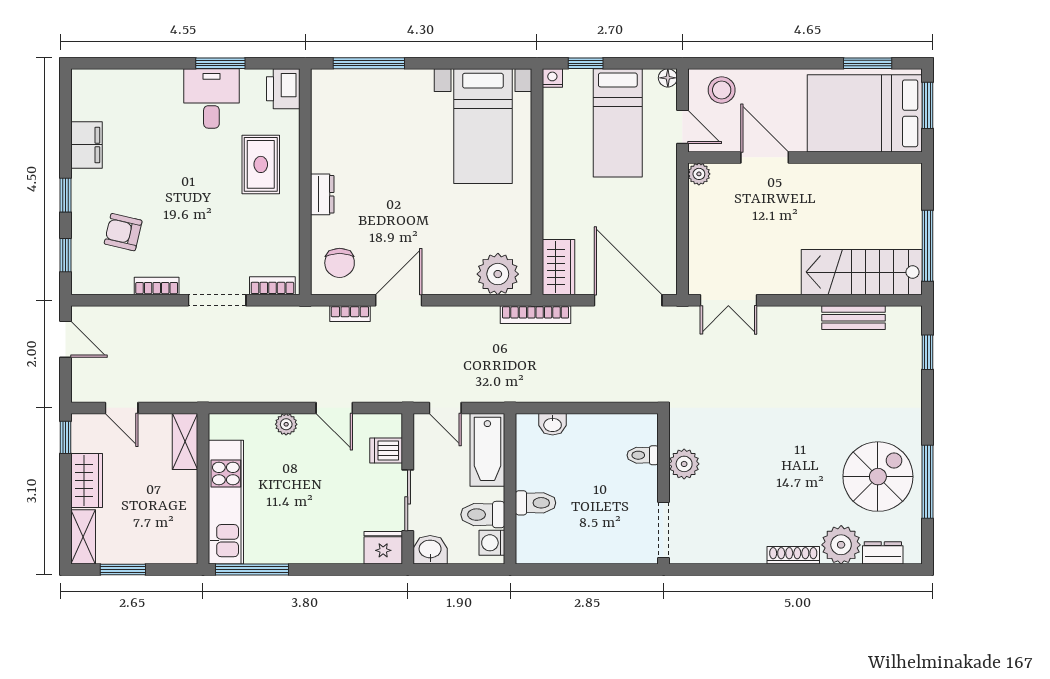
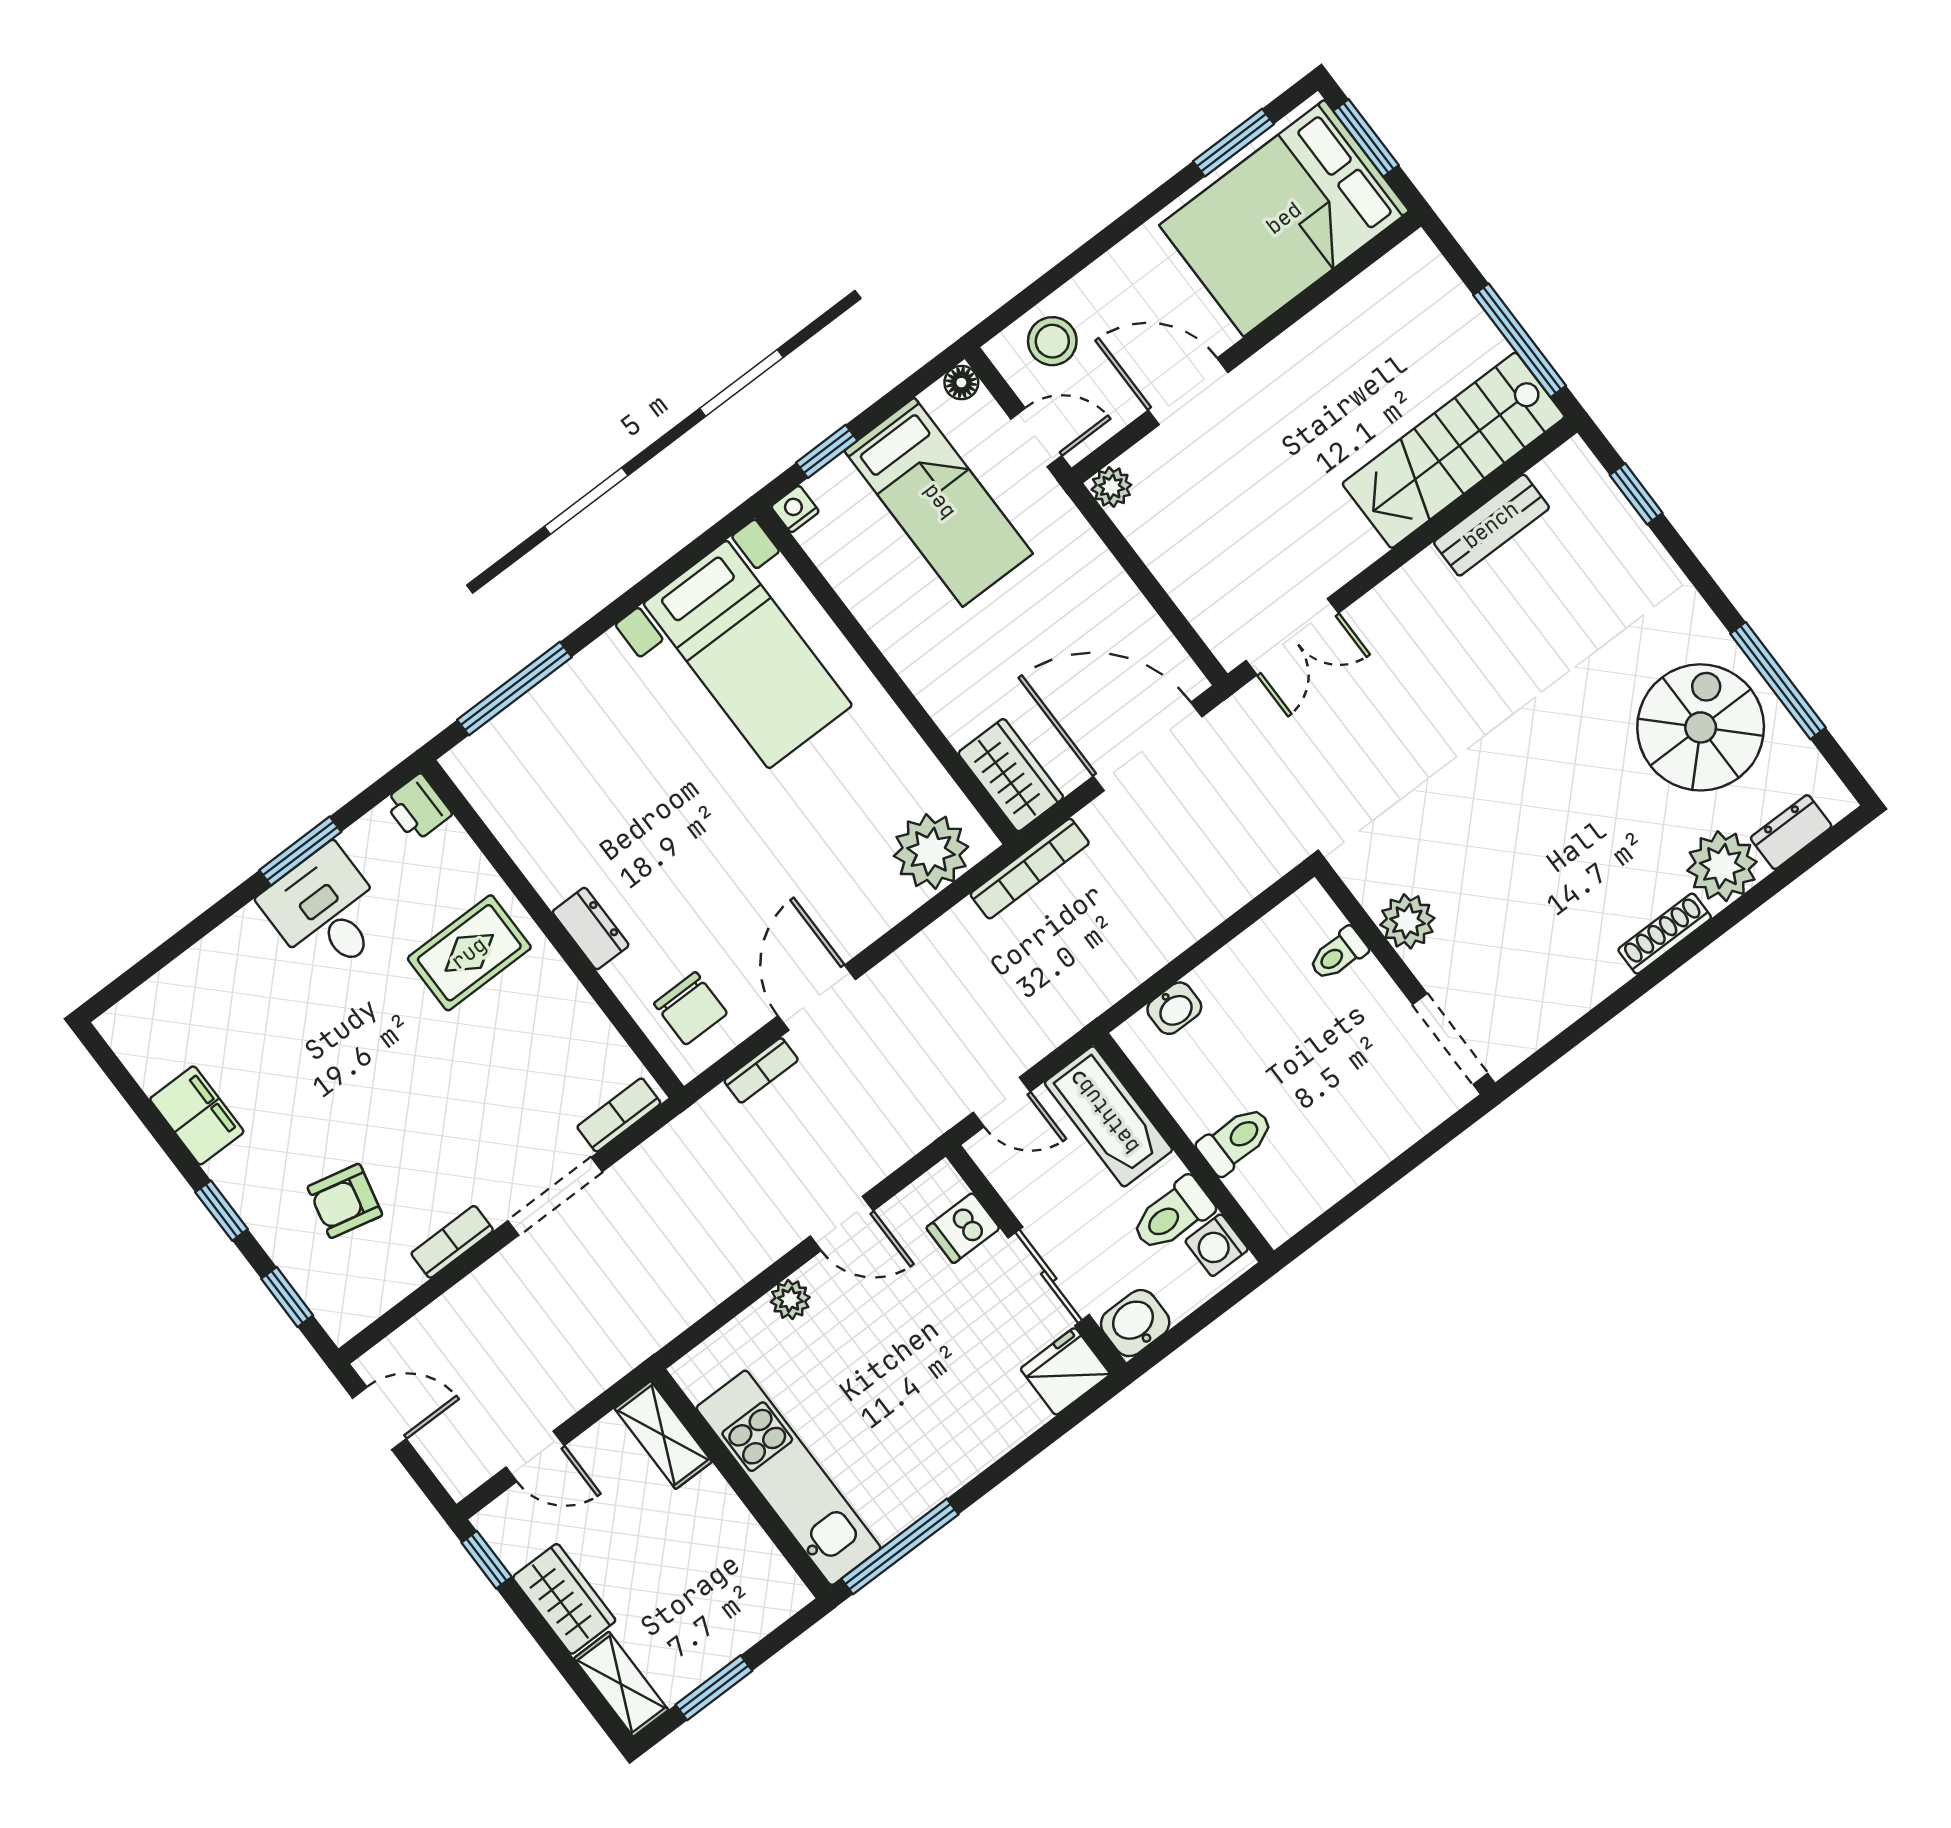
printer: (283, 89) -> (418, 808), width x0.73, depth x0.81
rug: (261, 164) -> (469, 953), turned 90

